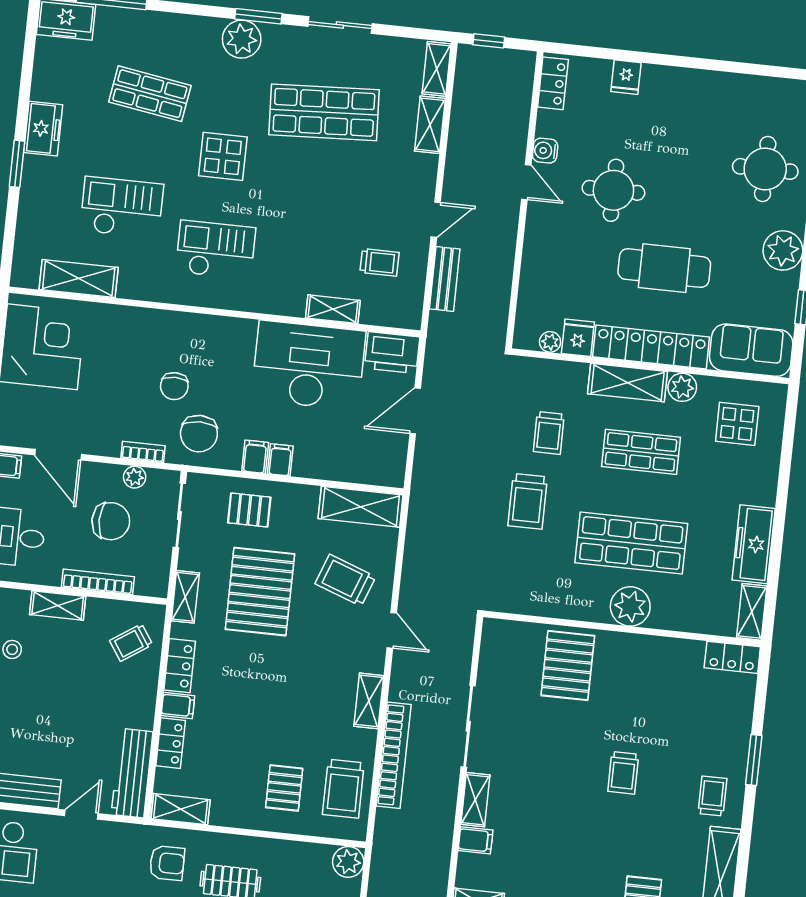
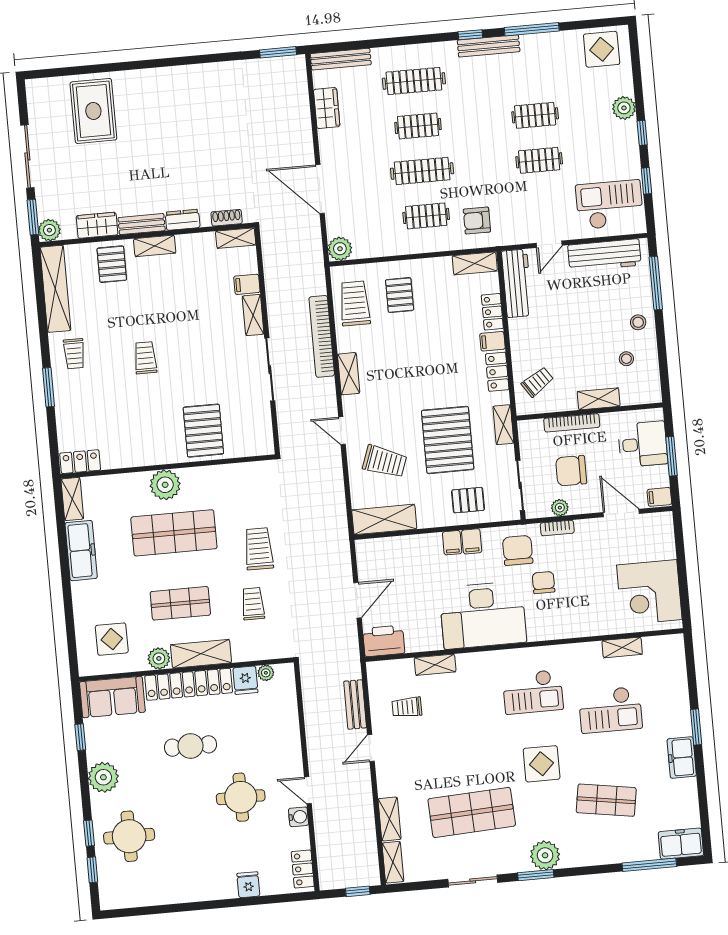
cafe table: (664, 268) -> (191, 746), width x0.73, depth x0.74
shelving: (79, 279) -> (622, 647), width x0.67, depth x0.75
desk: (309, 365) -> (483, 615), moved

